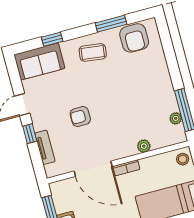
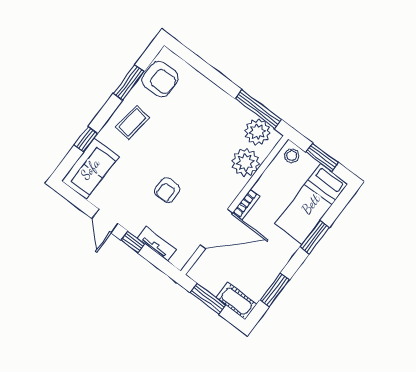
plant: (176, 118) -> (257, 132), width x1.87, depth x1.87
plant: (144, 146) -> (245, 162), width x1.88, depth x1.88

